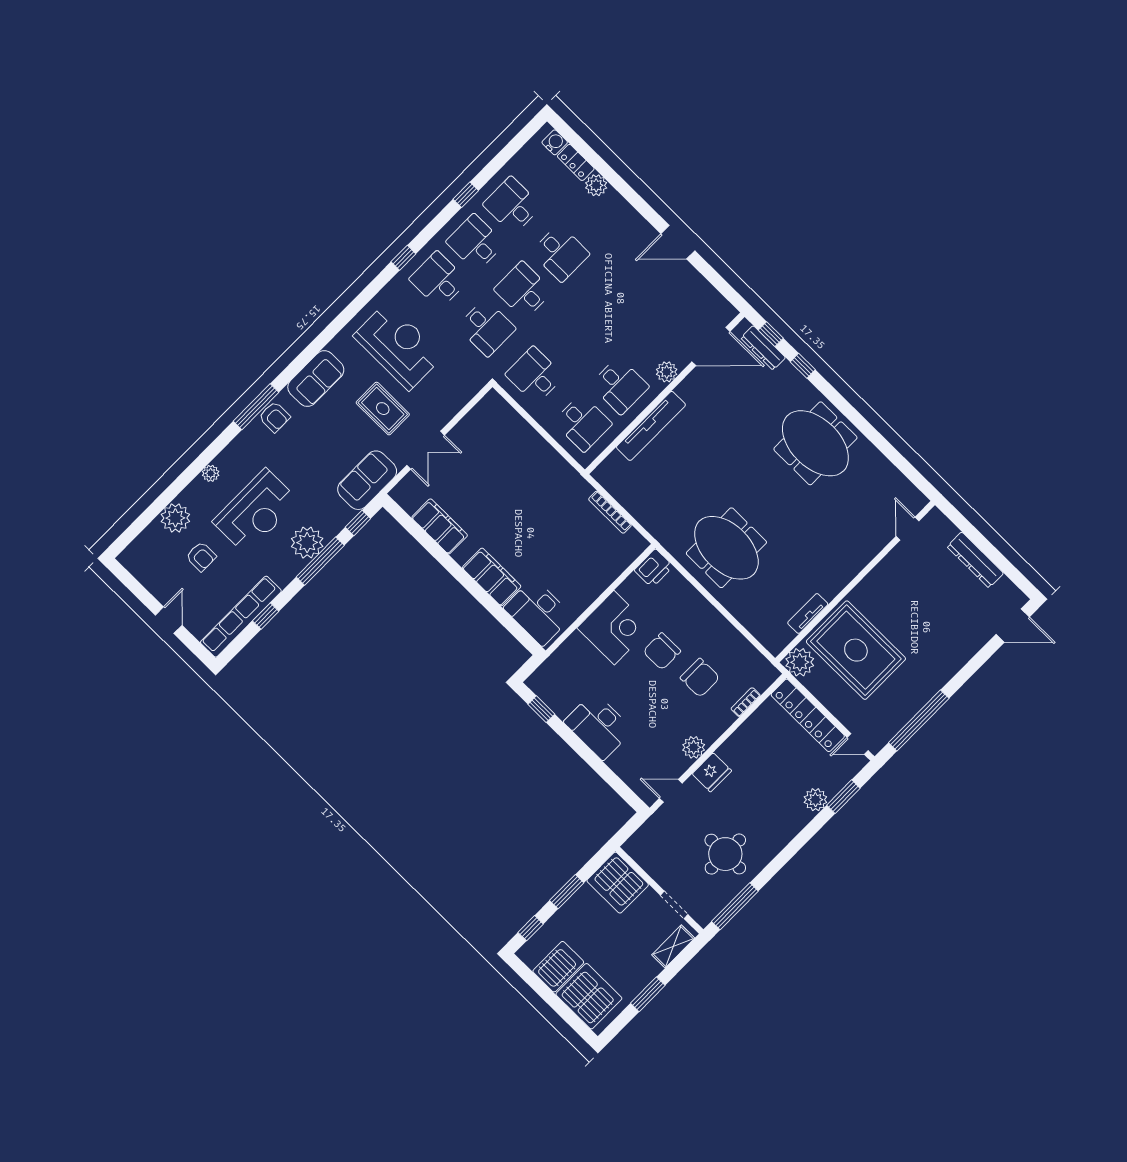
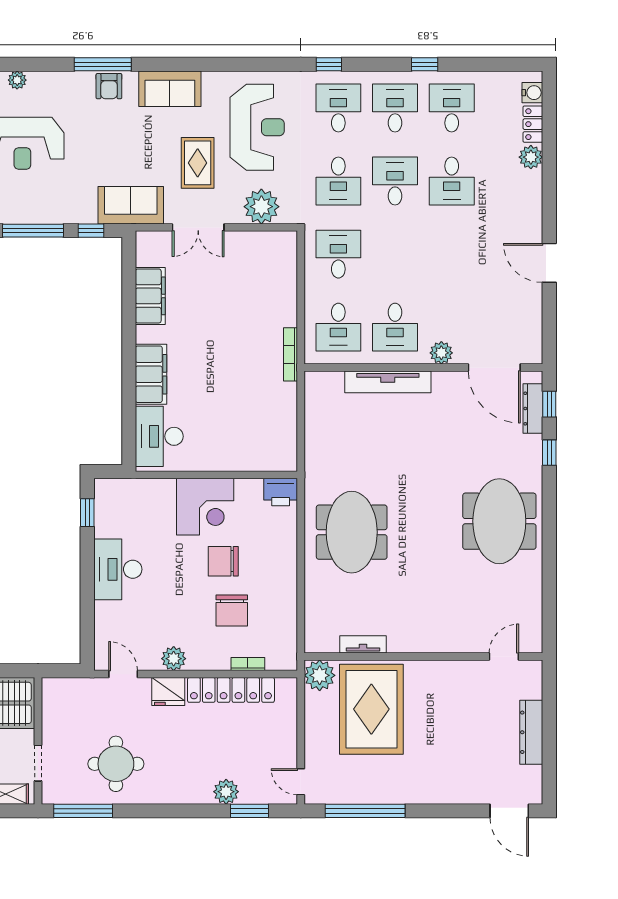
bookcase: (610, 512) -> (291, 354), moved
plant: (307, 543) -> (261, 207), moved
locker: (808, 715) -> (231, 690), moved, turned -90

